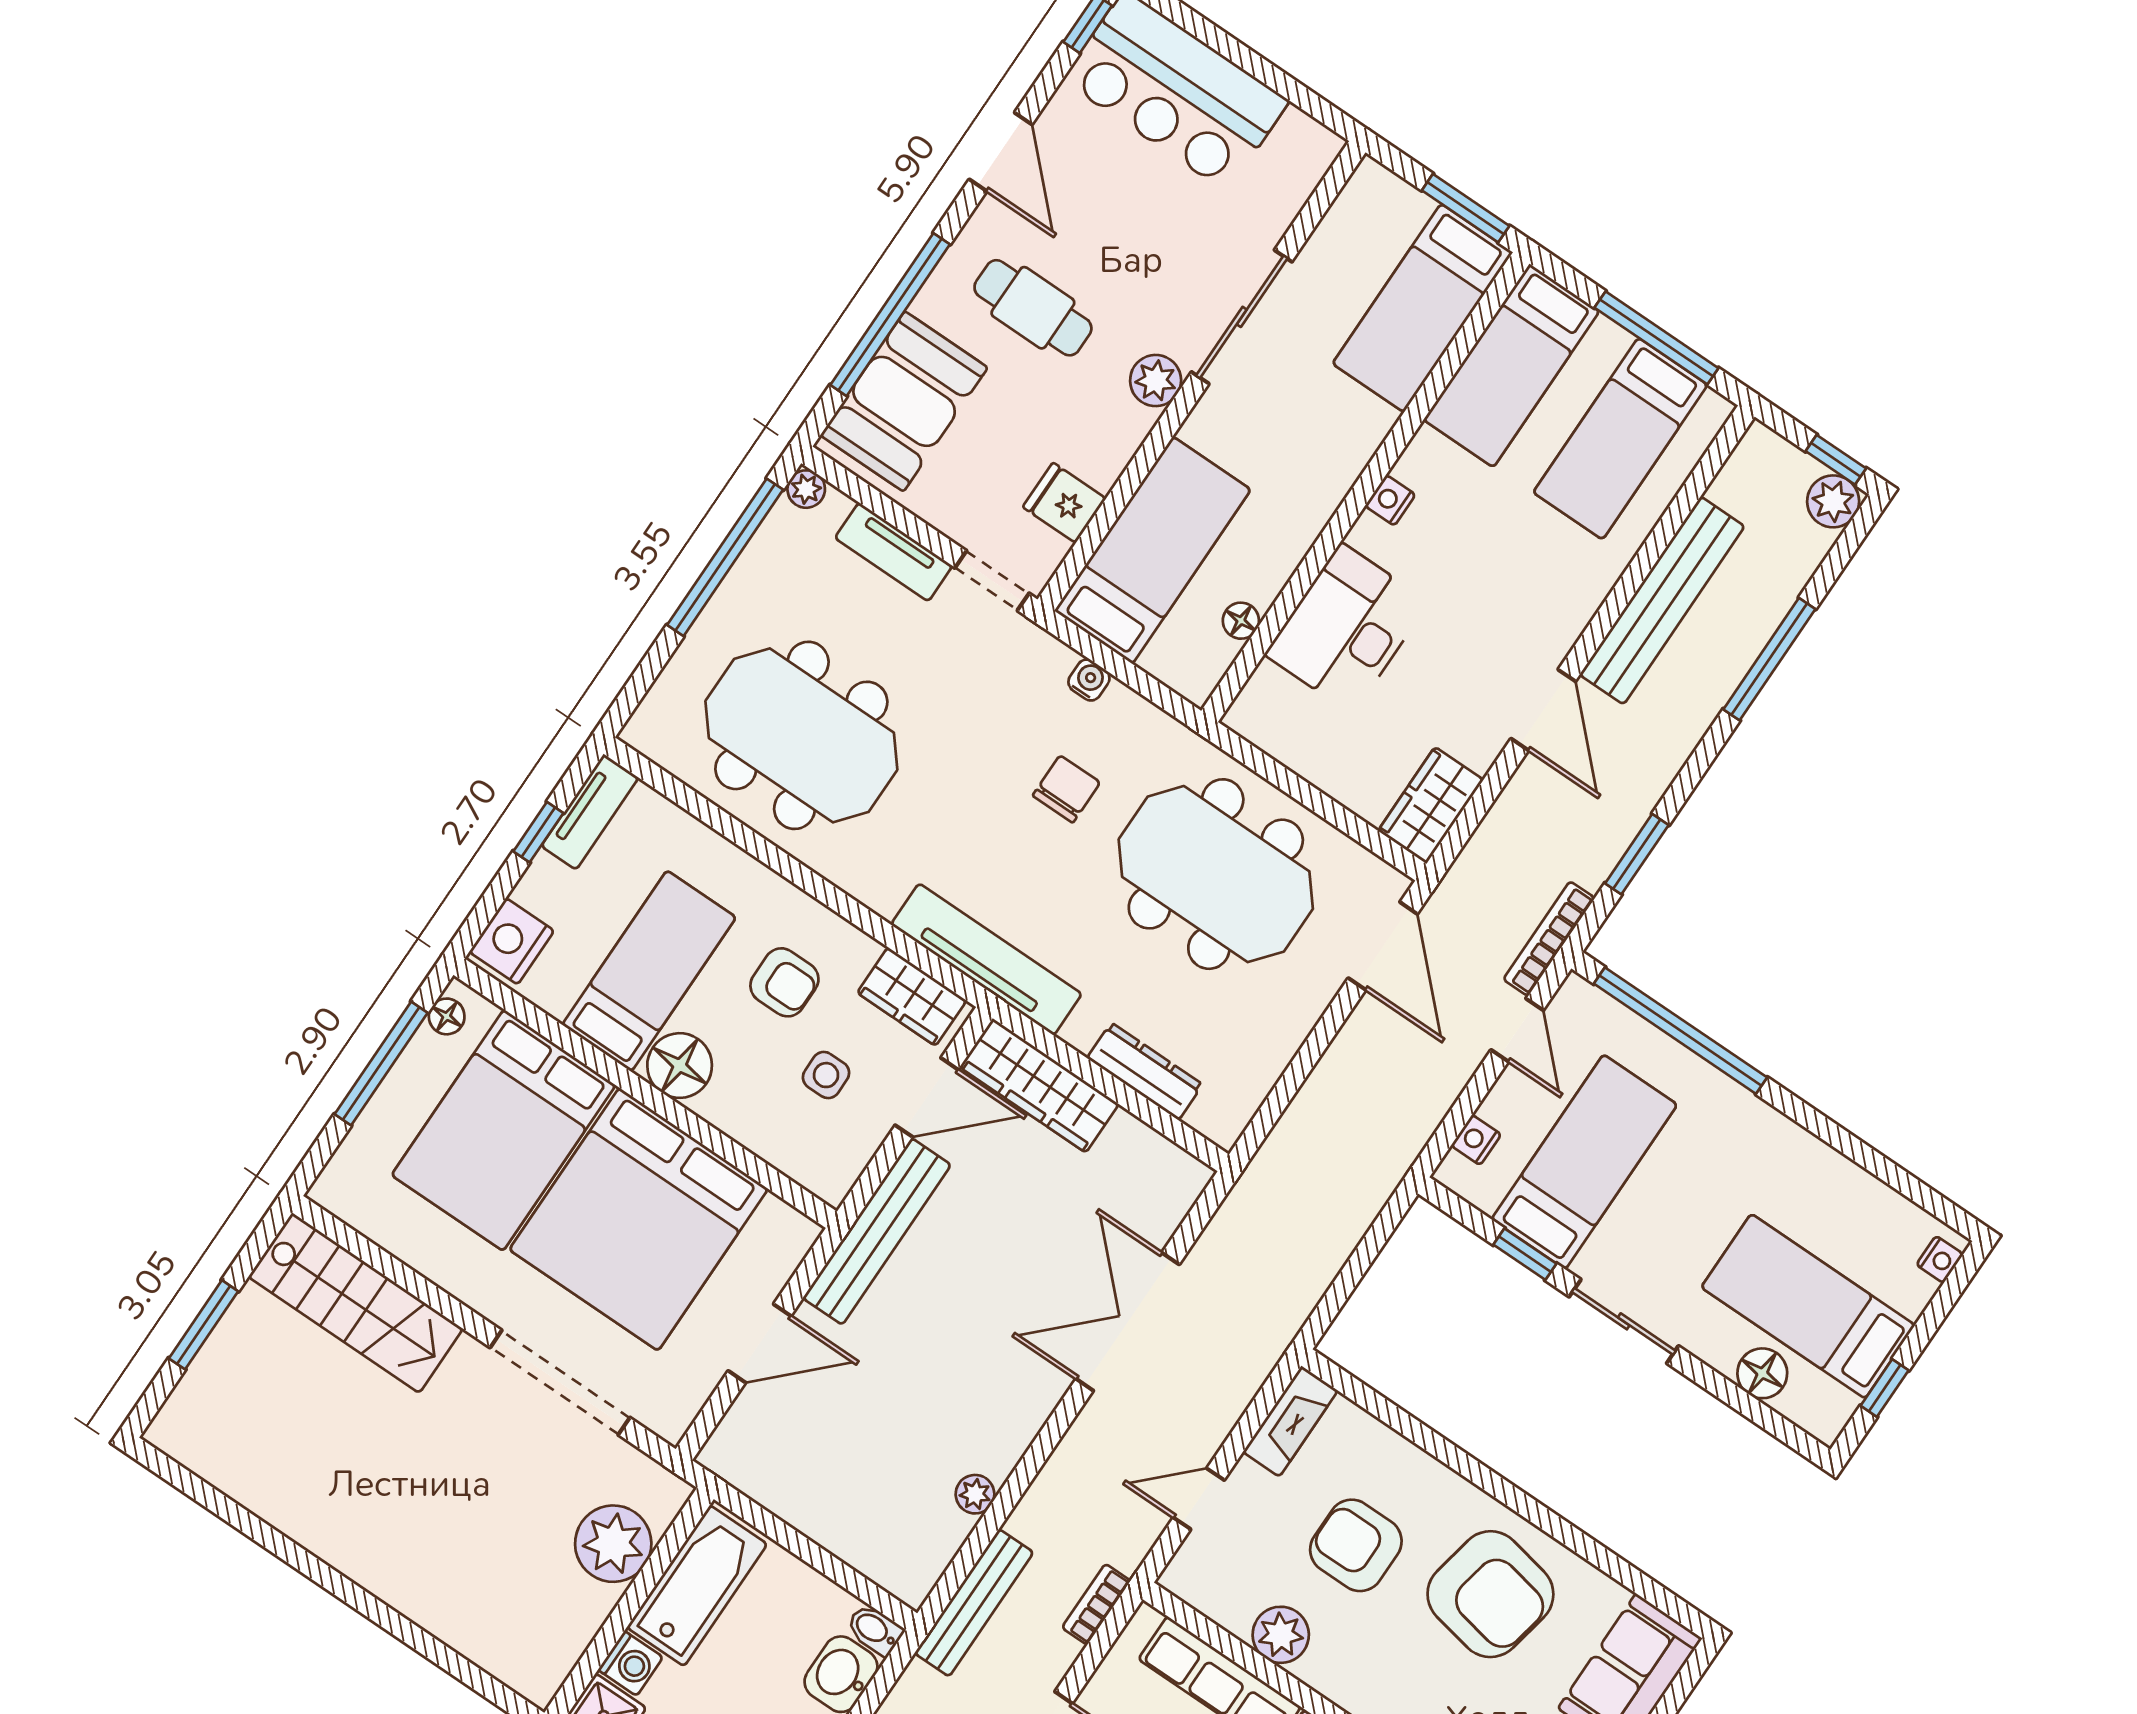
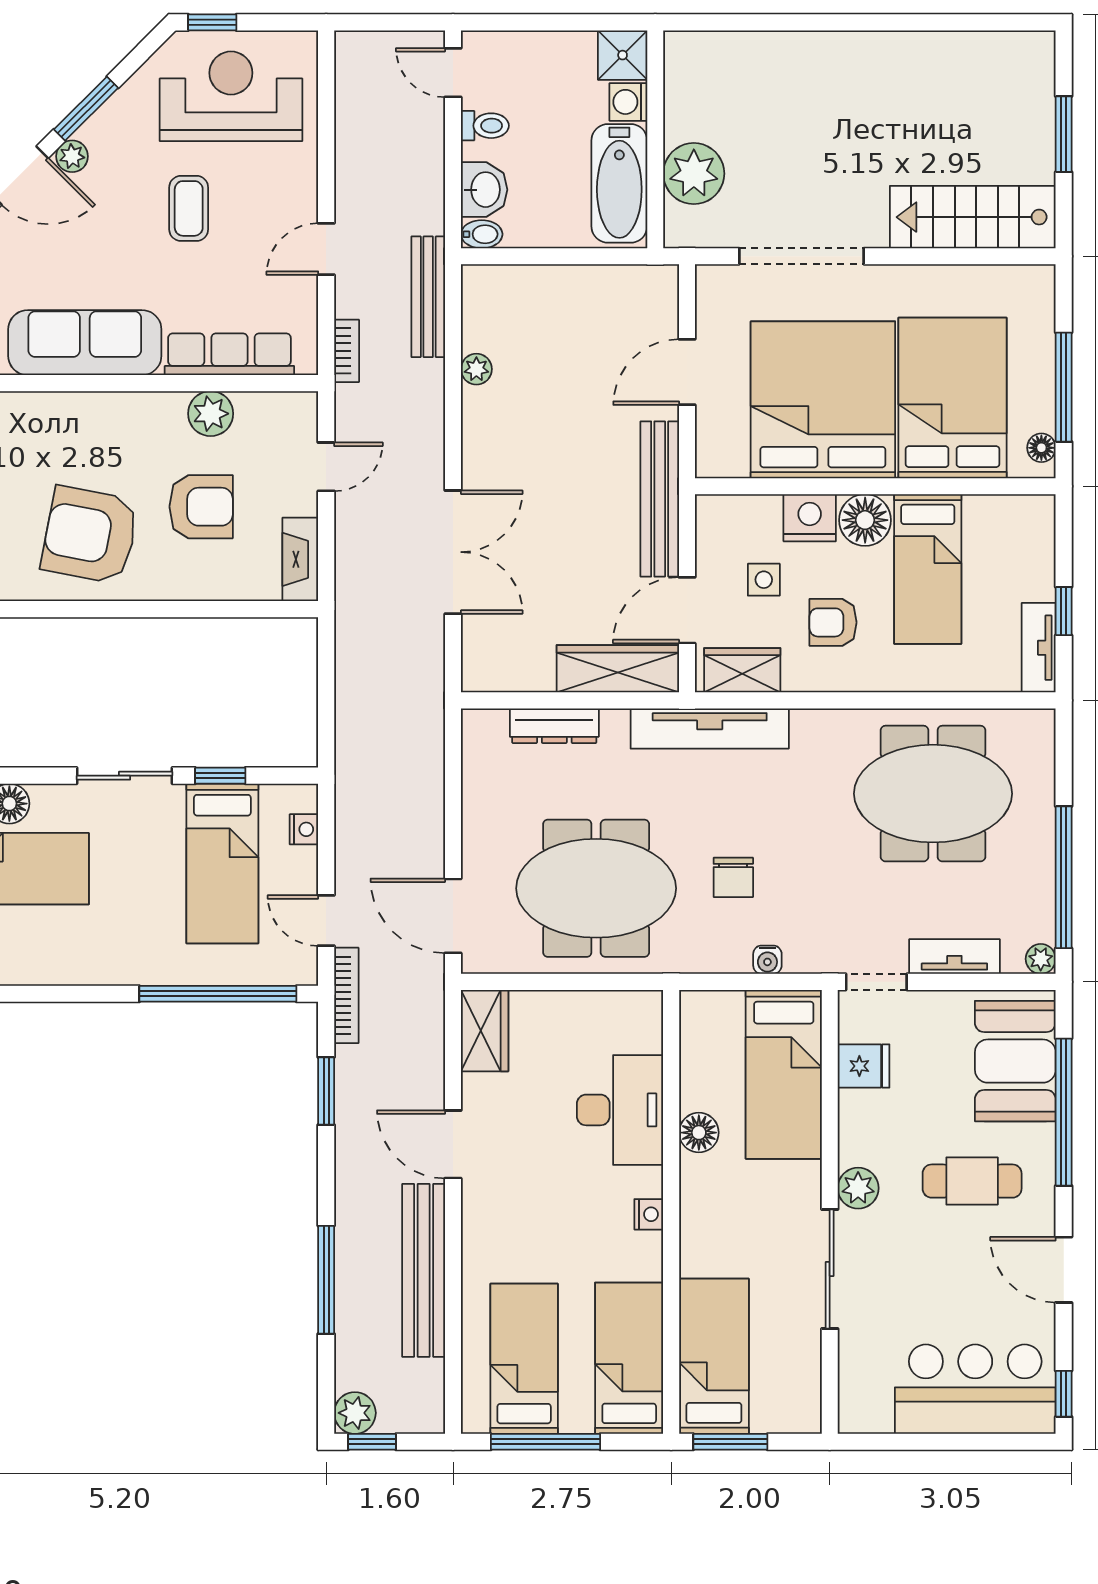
floor lamp: (1241, 621) -> (699, 1133), moved, width x1.37, depth x1.37
nightstand: (512, 941) -> (810, 518), moved, turned -90

